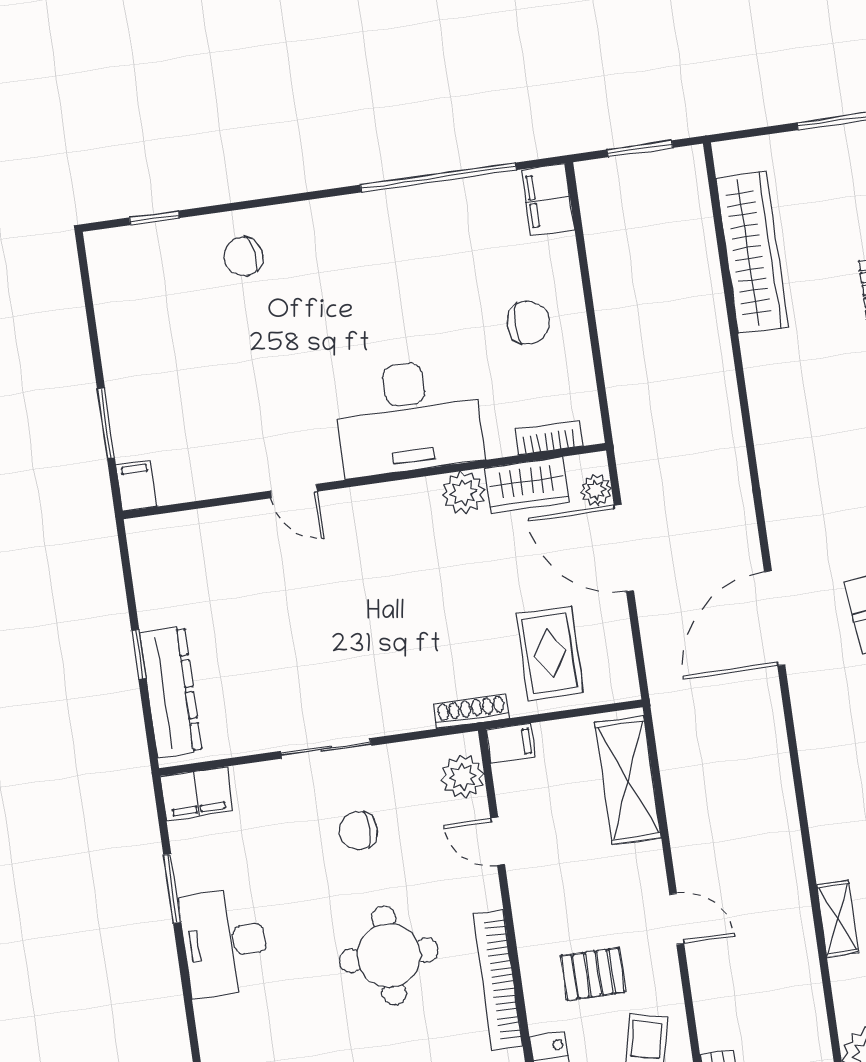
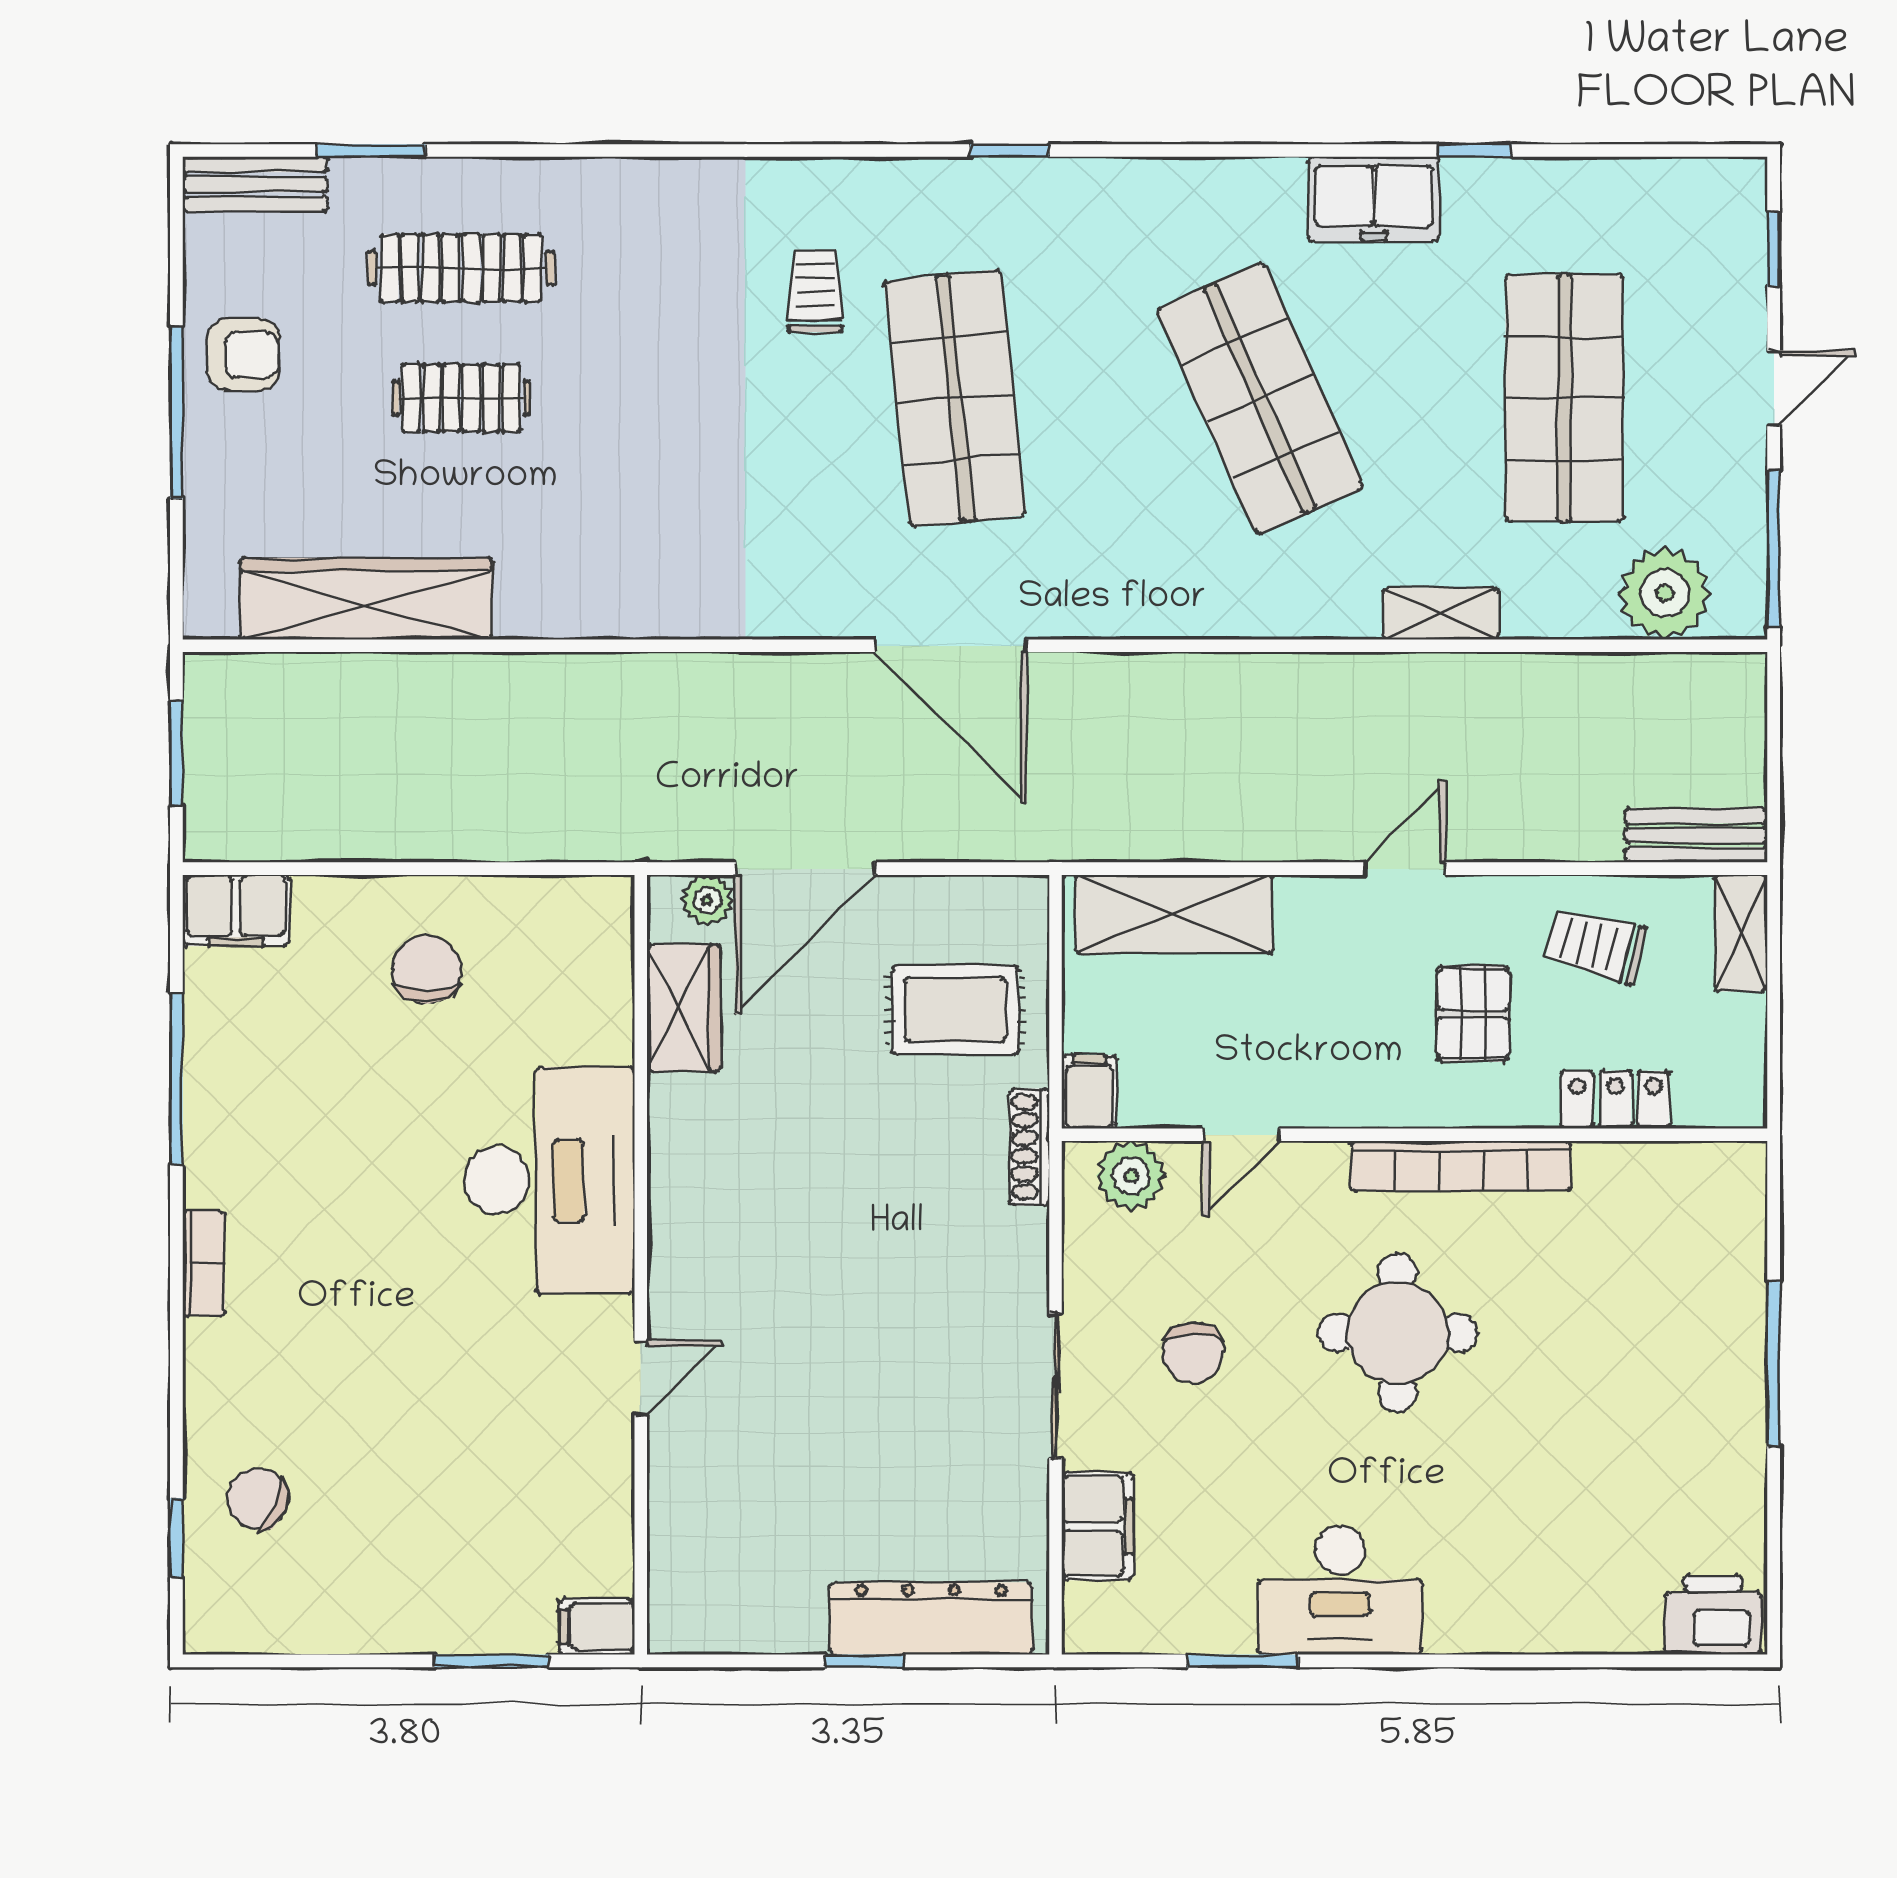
window: (438, 177) -> (176, 1079), width x0.68
chair: (243, 257) -> (258, 1499), moved, turned 126
bookcase: (549, 438) -> (204, 1263), moved, turned 180
plant: (463, 493) -> (681, 1111), removed
filing cabinet: (196, 793) -> (1098, 1526), moved

